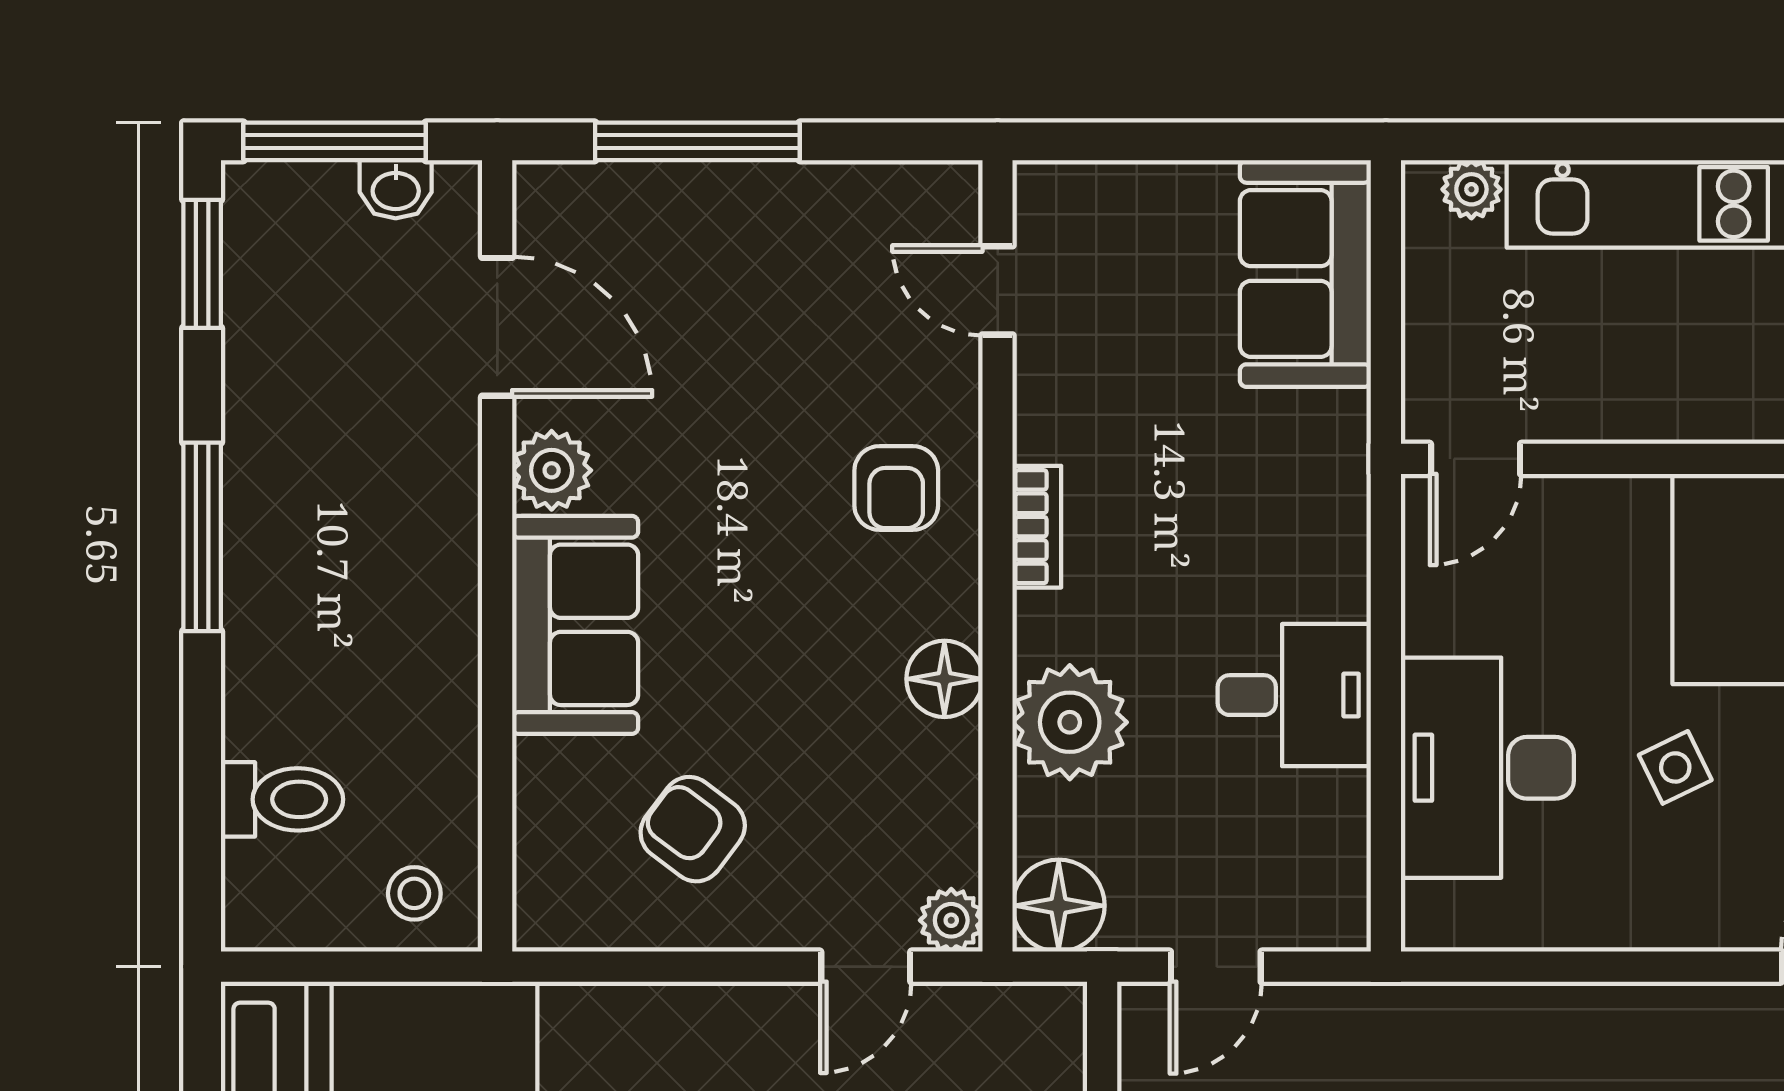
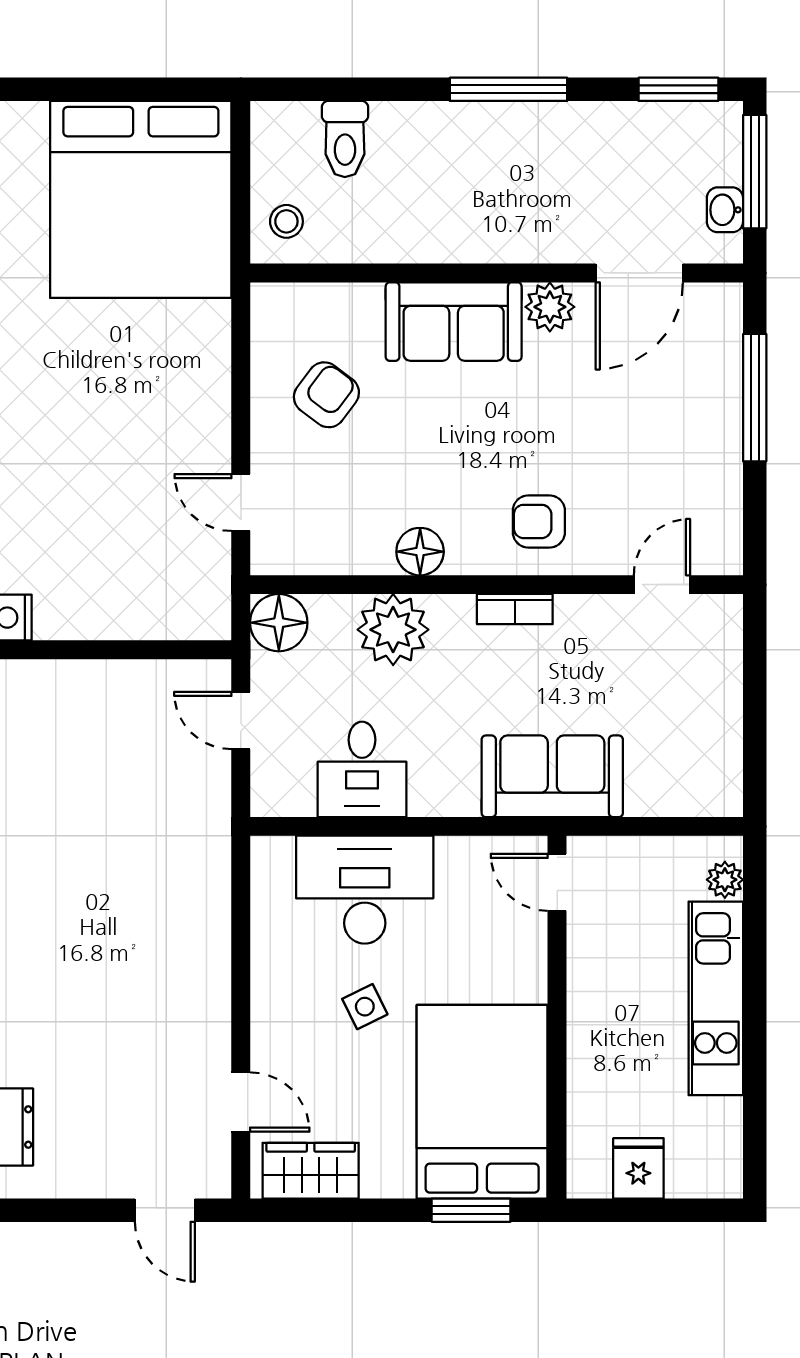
sofa: (1305, 274) -> (552, 776), moved
desk: (1294, 695) -> (362, 769), moved
plant: (951, 920) -> (270, 556), removed

